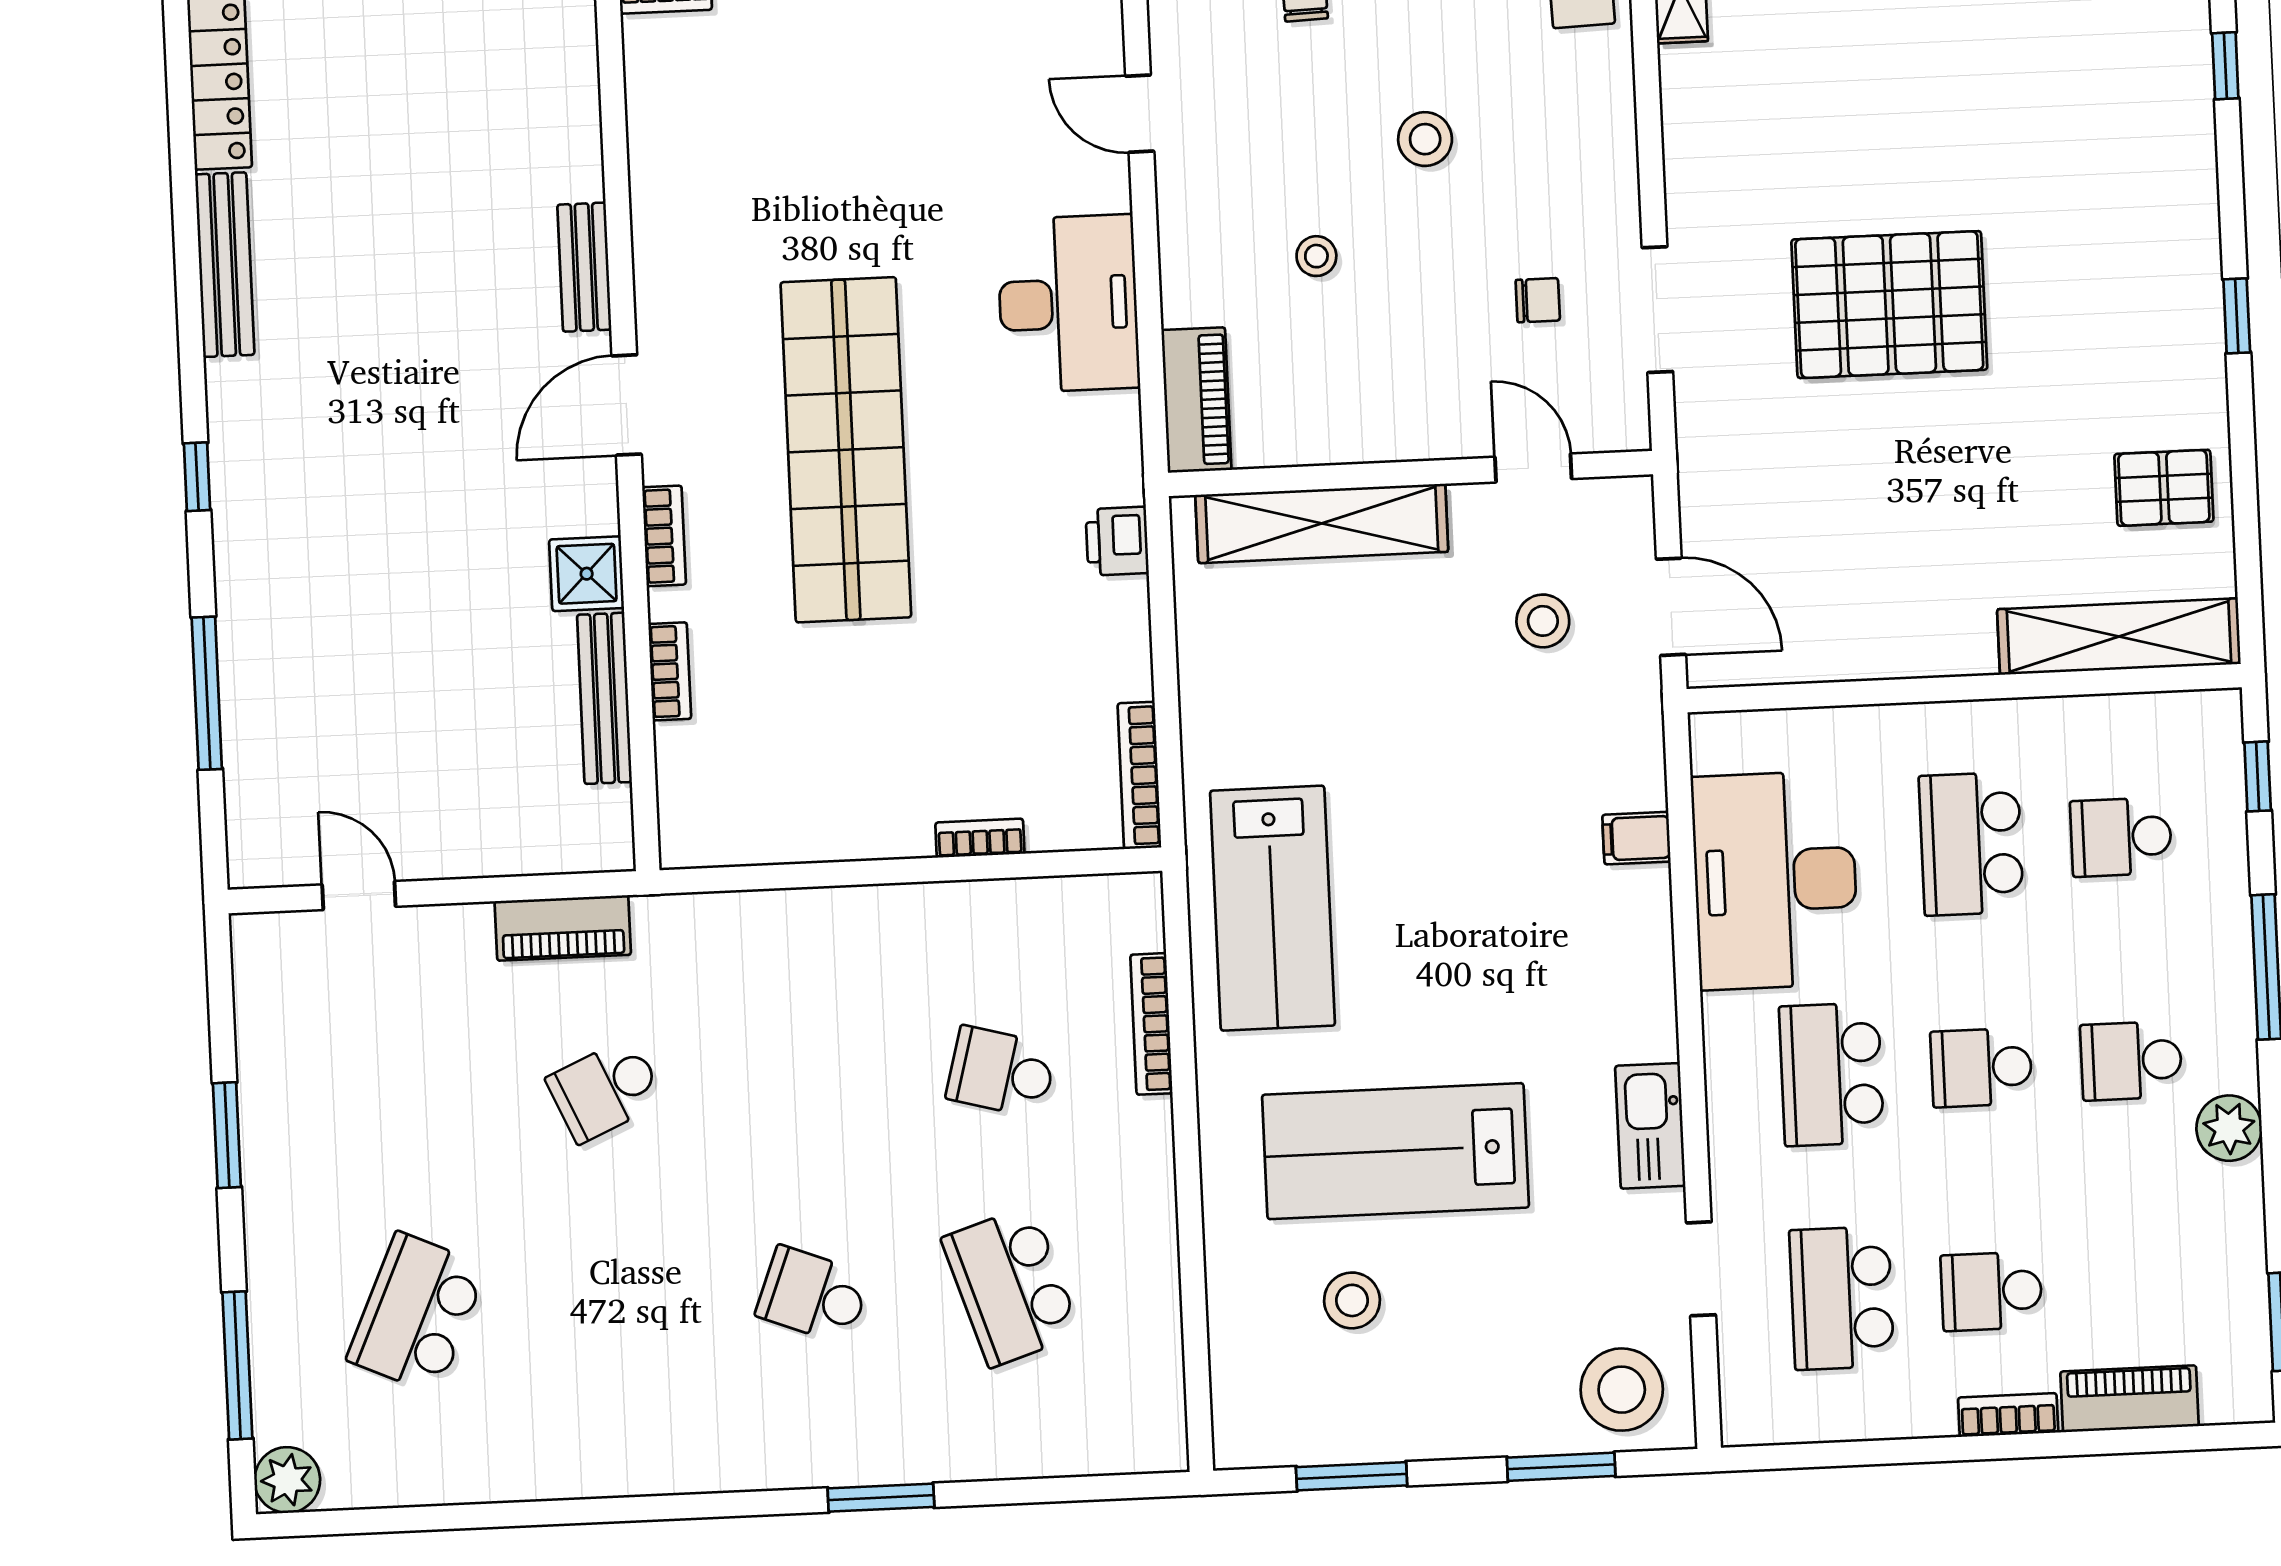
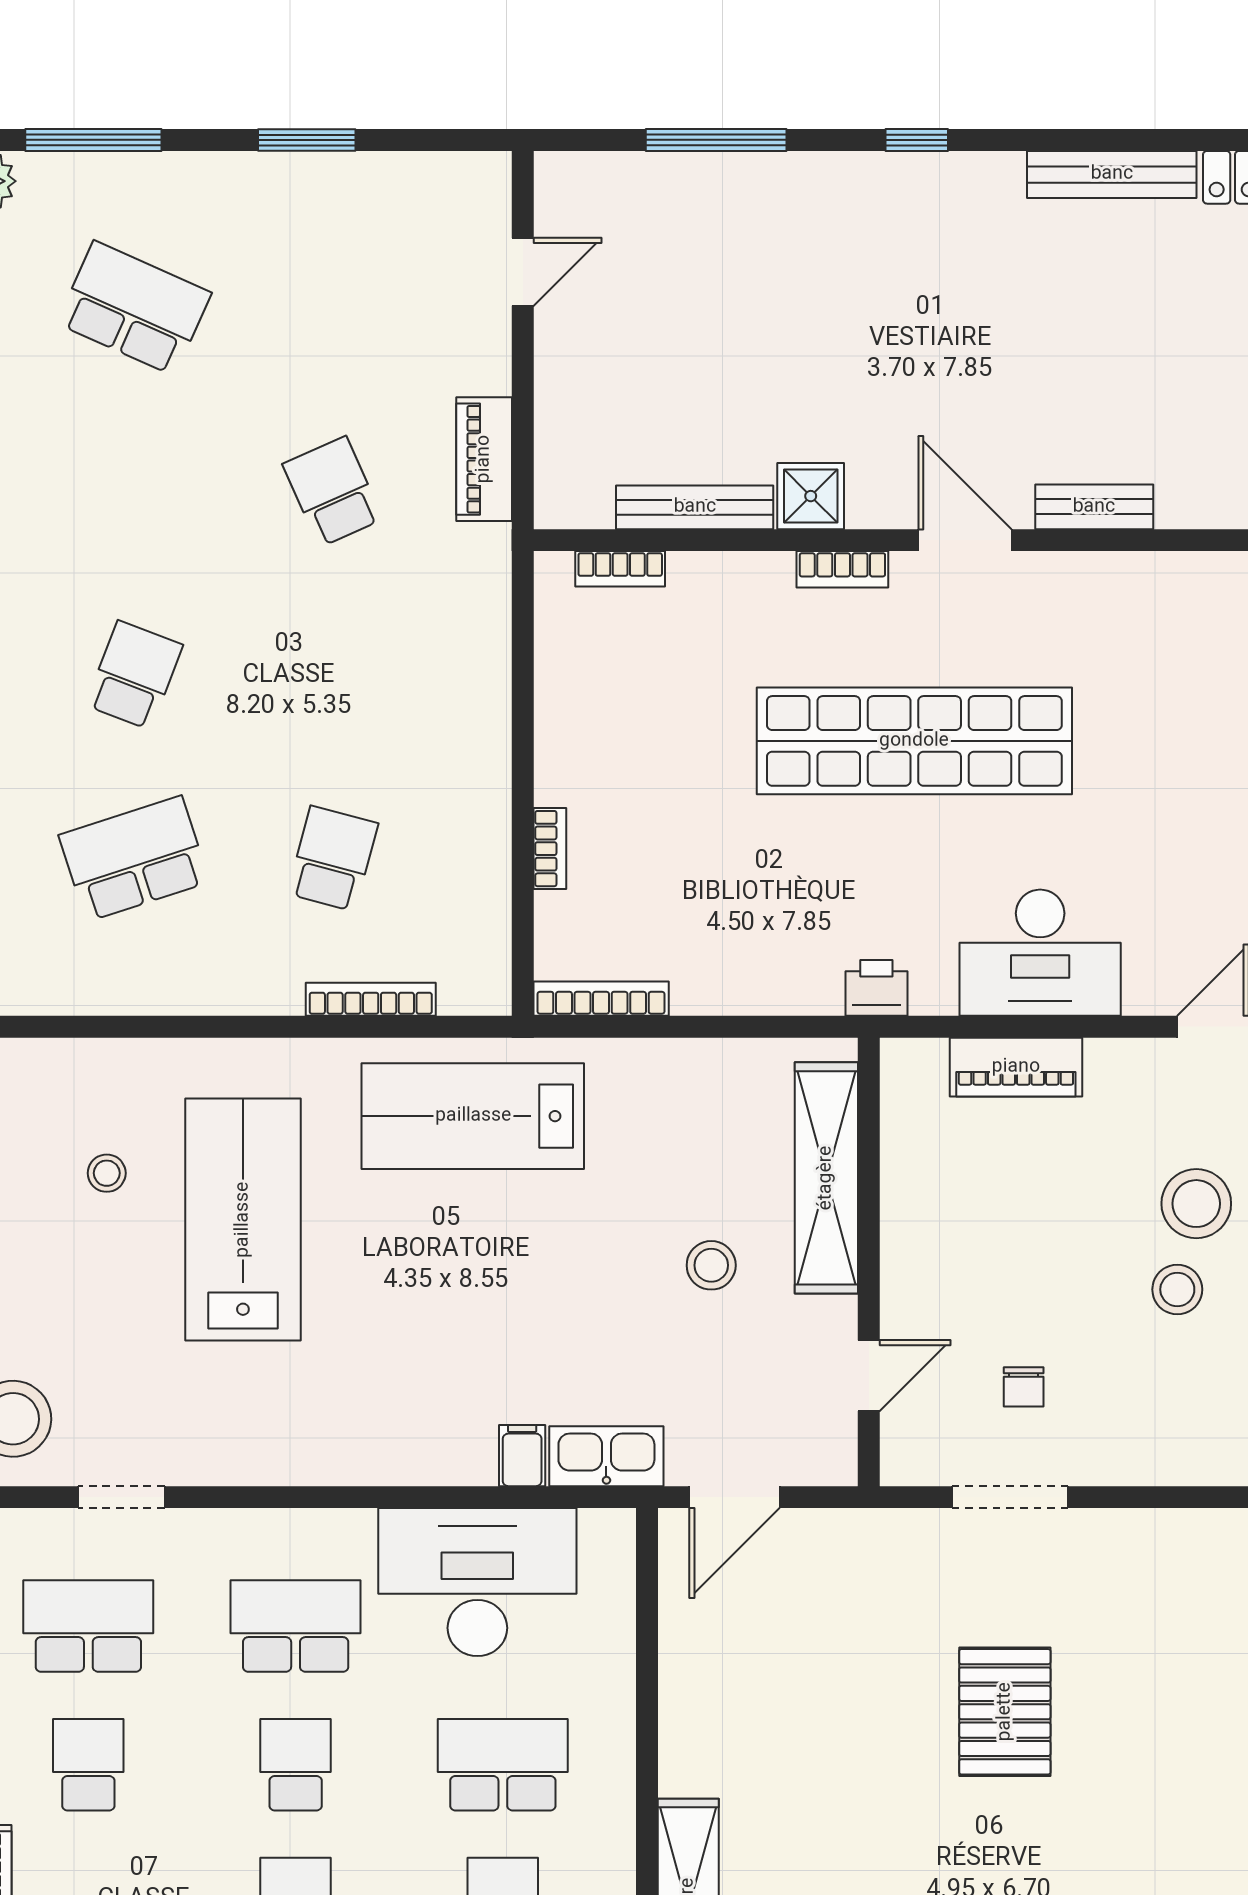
stool: (1316, 256) -> (1196, 1204), moved, width x1.89, depth x1.89
pallet: (1889, 305) -> (1005, 1712), width x0.73, depth x0.71
piano: (1196, 400) -> (1016, 1067), moved
printer: (1117, 541) -> (876, 988), moved
stool: (1543, 621) -> (711, 1265), moved
bookcase: (670, 671) -> (620, 569), moved
kitchen sink: (1650, 1126) -> (606, 1456), moved
stool: (1352, 1300) -> (107, 1173), width x0.73, depth x0.73

